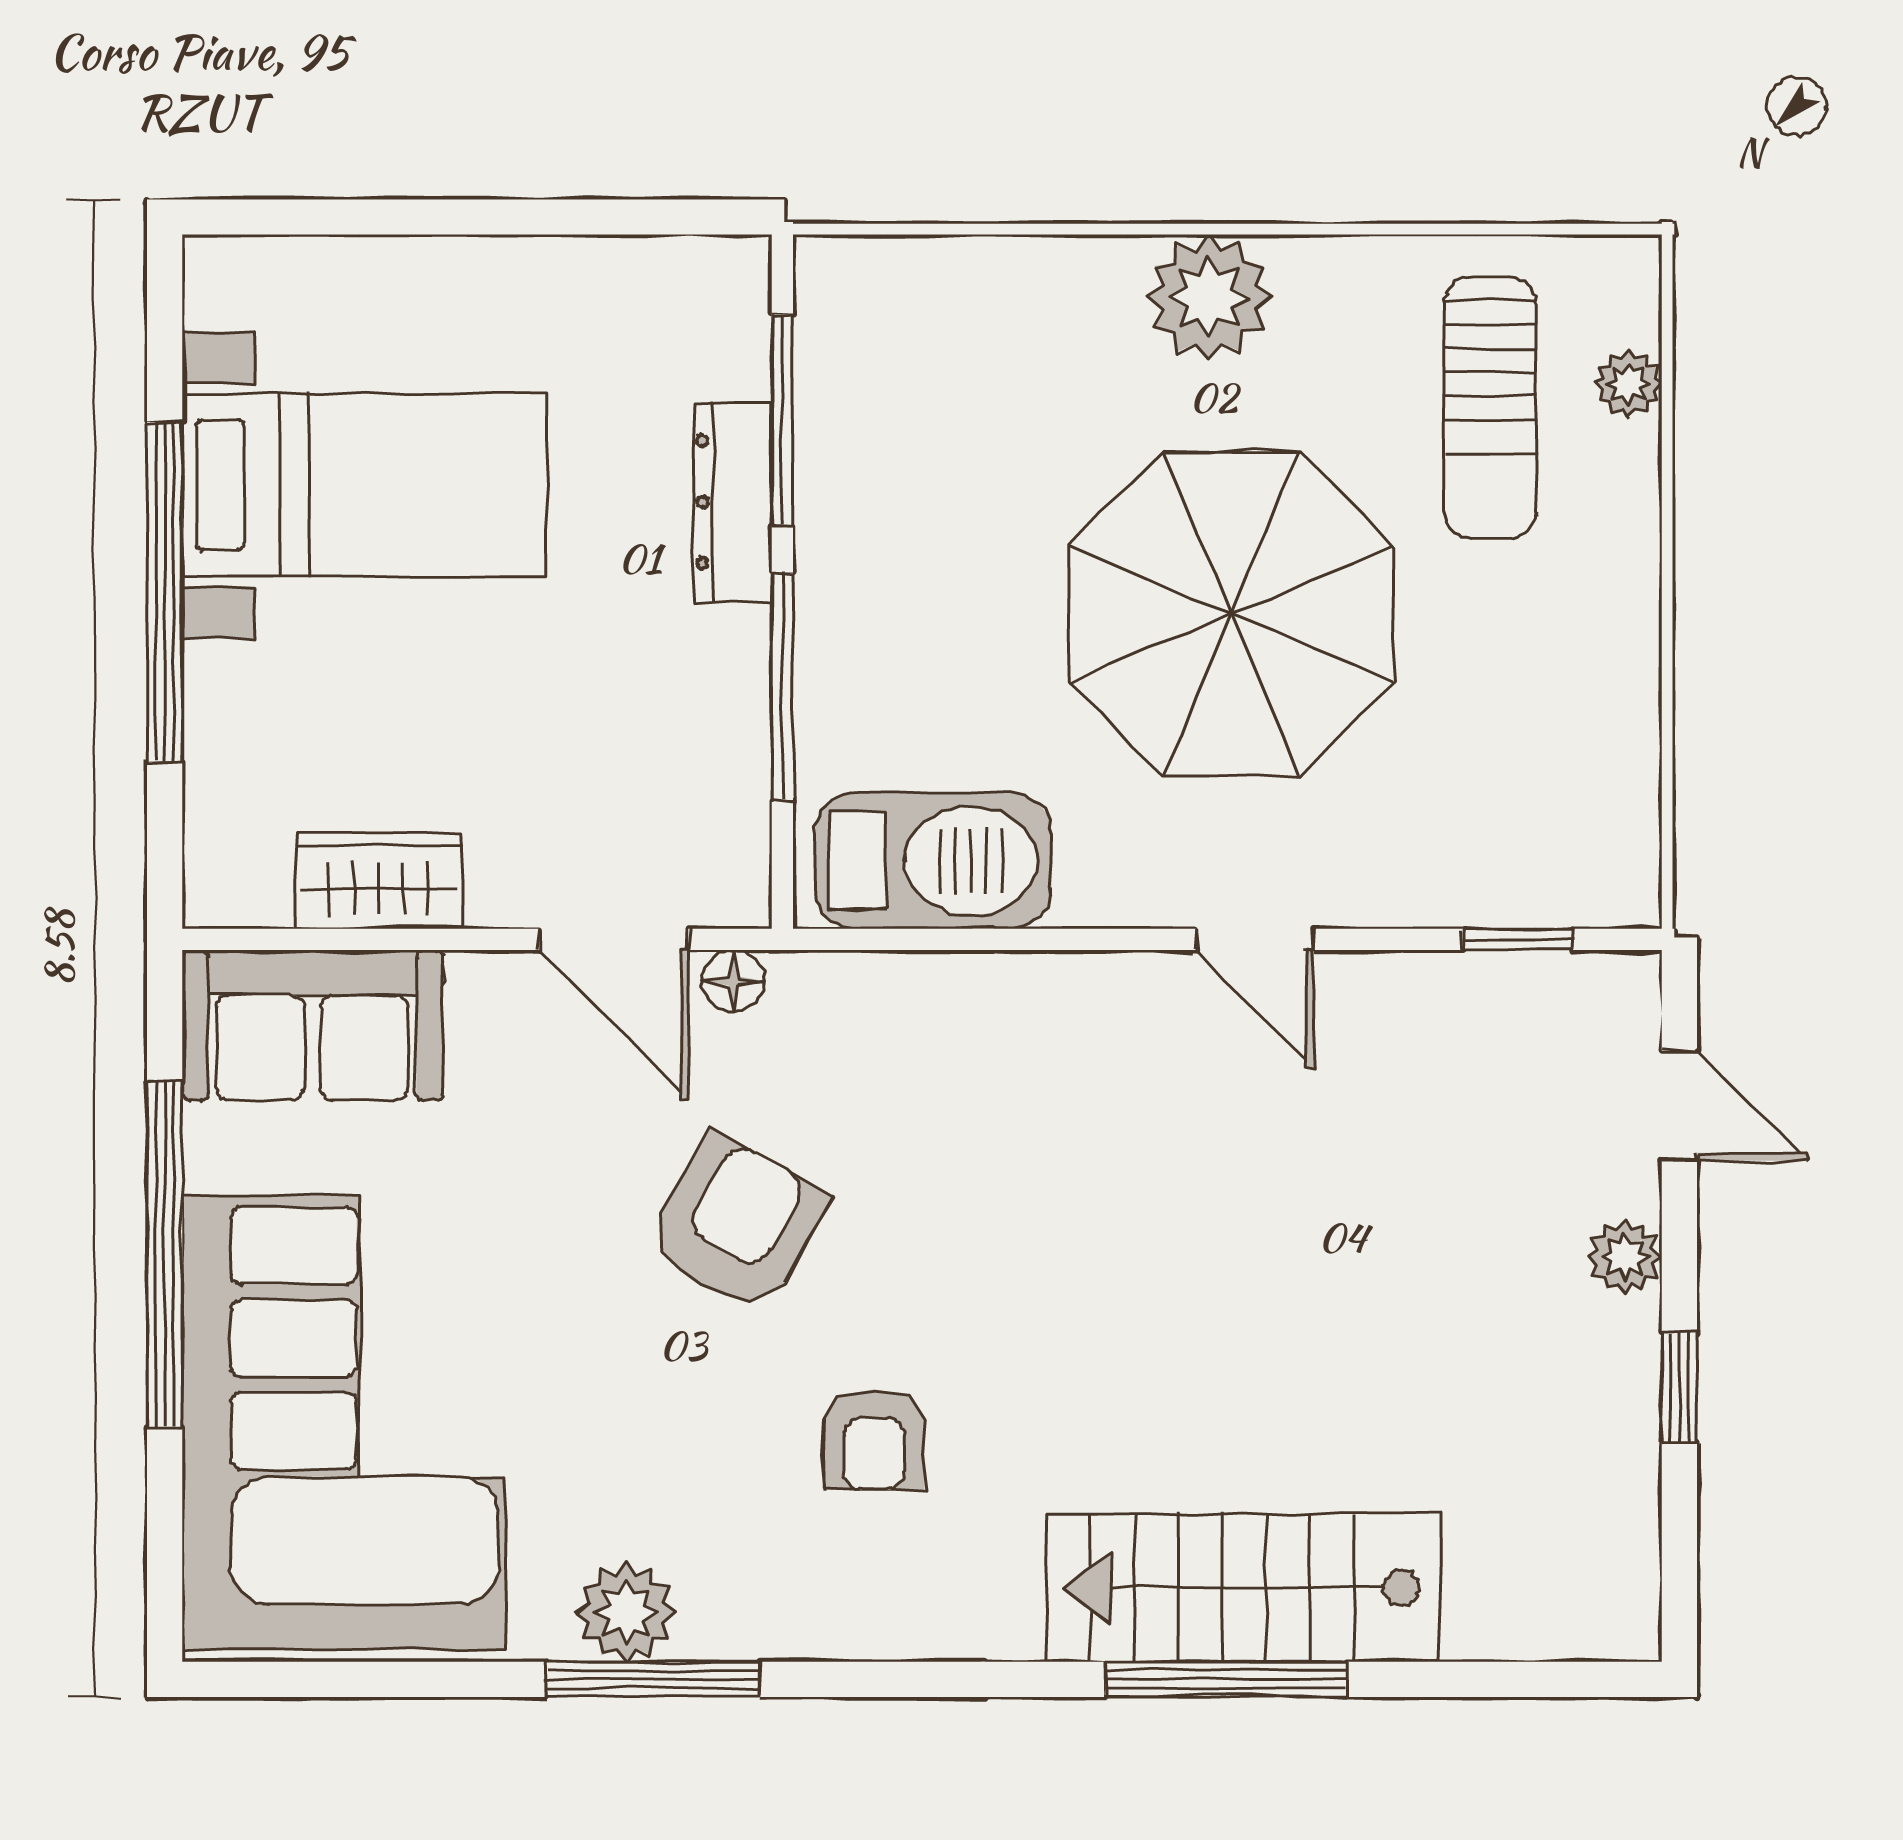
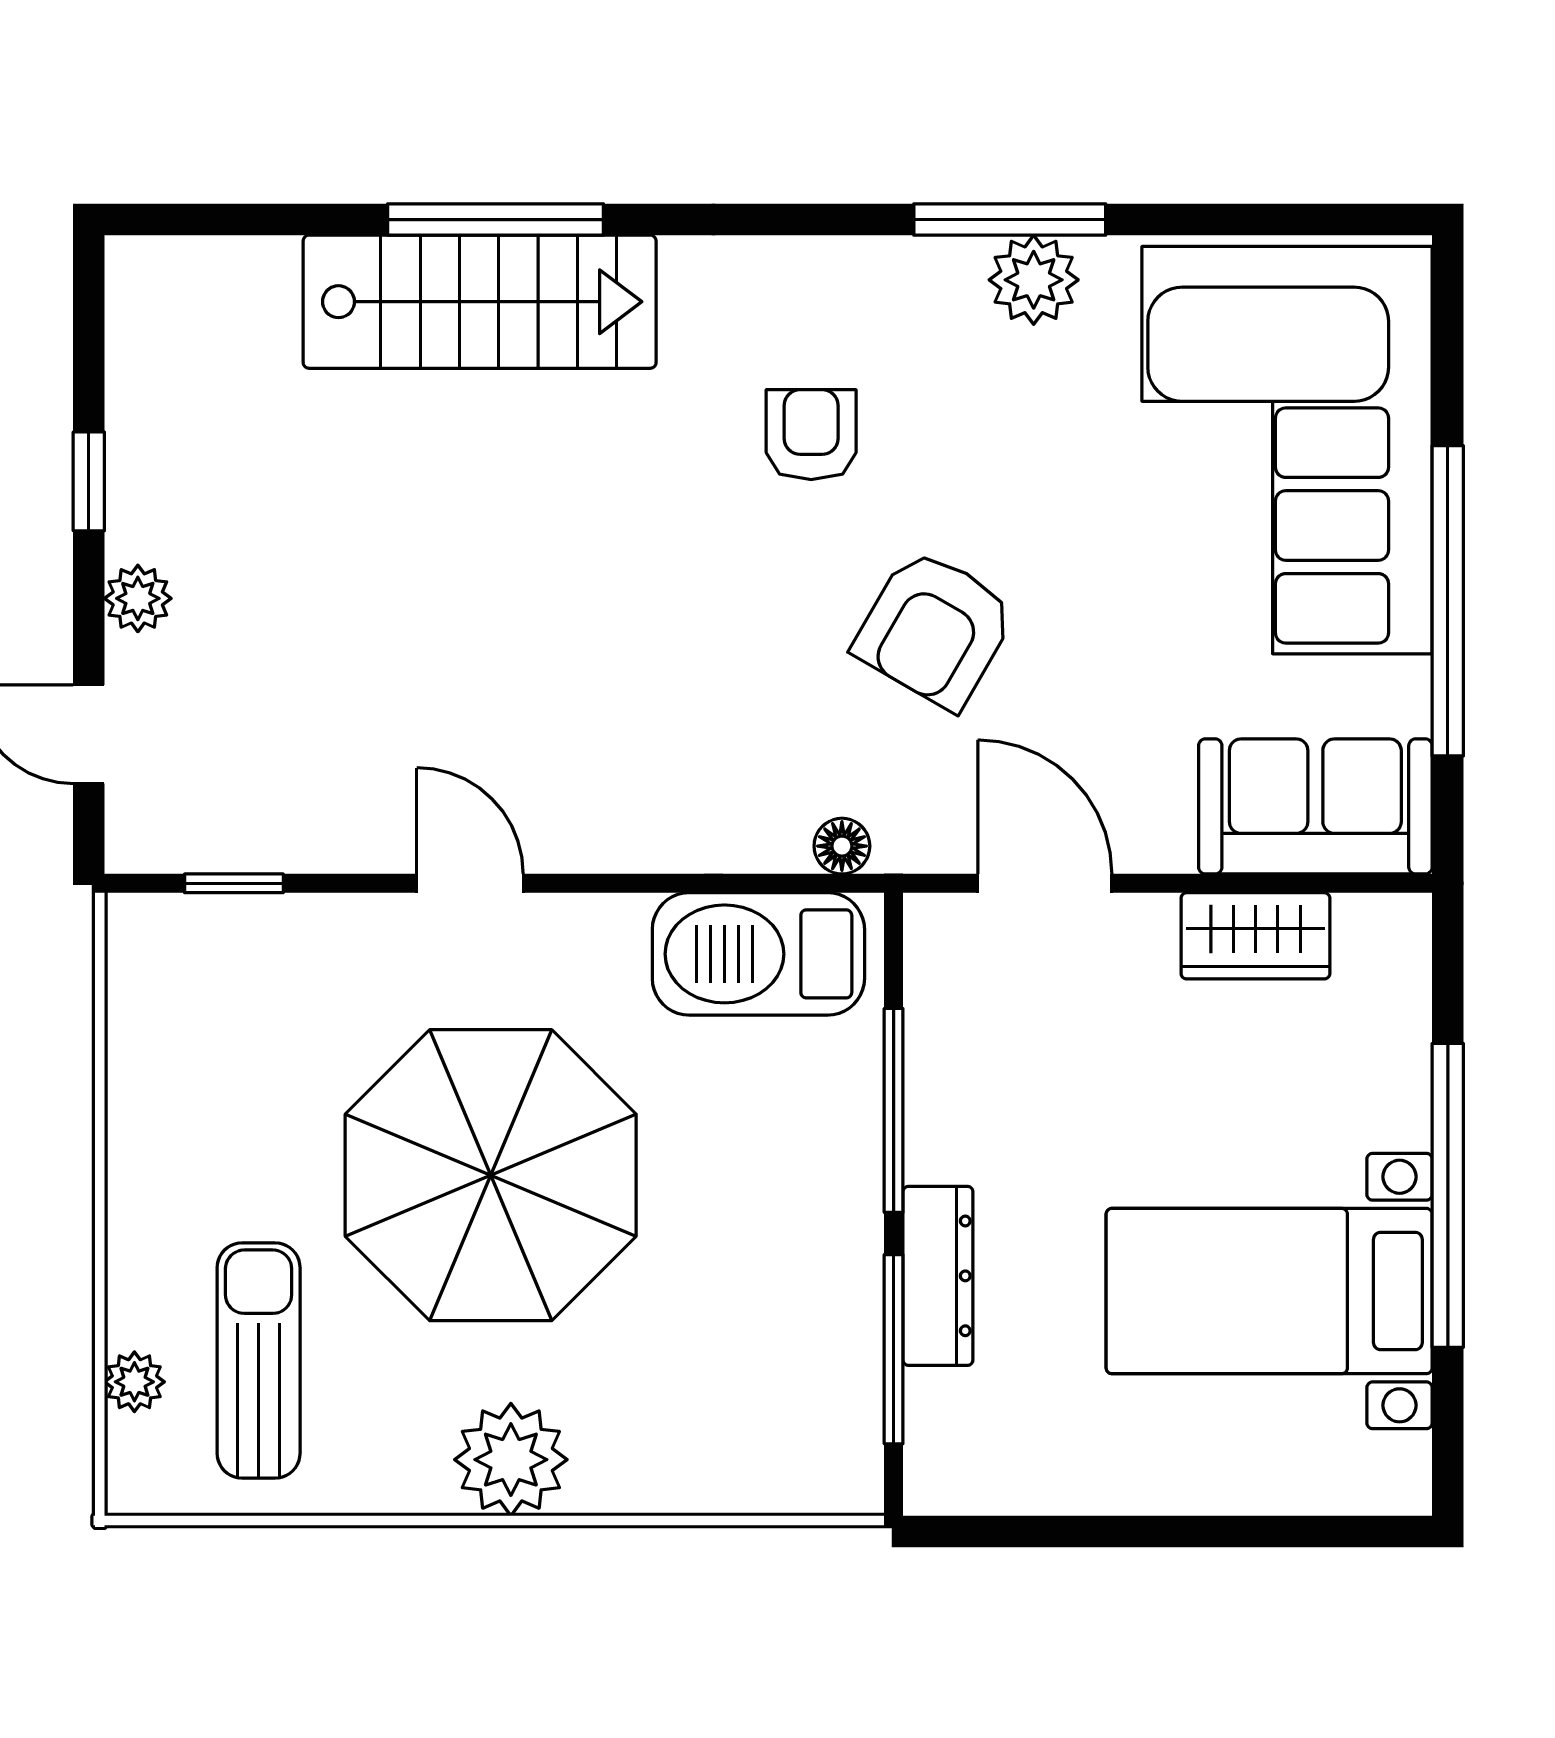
floor lamp: (733, 981) -> (842, 846), moved

